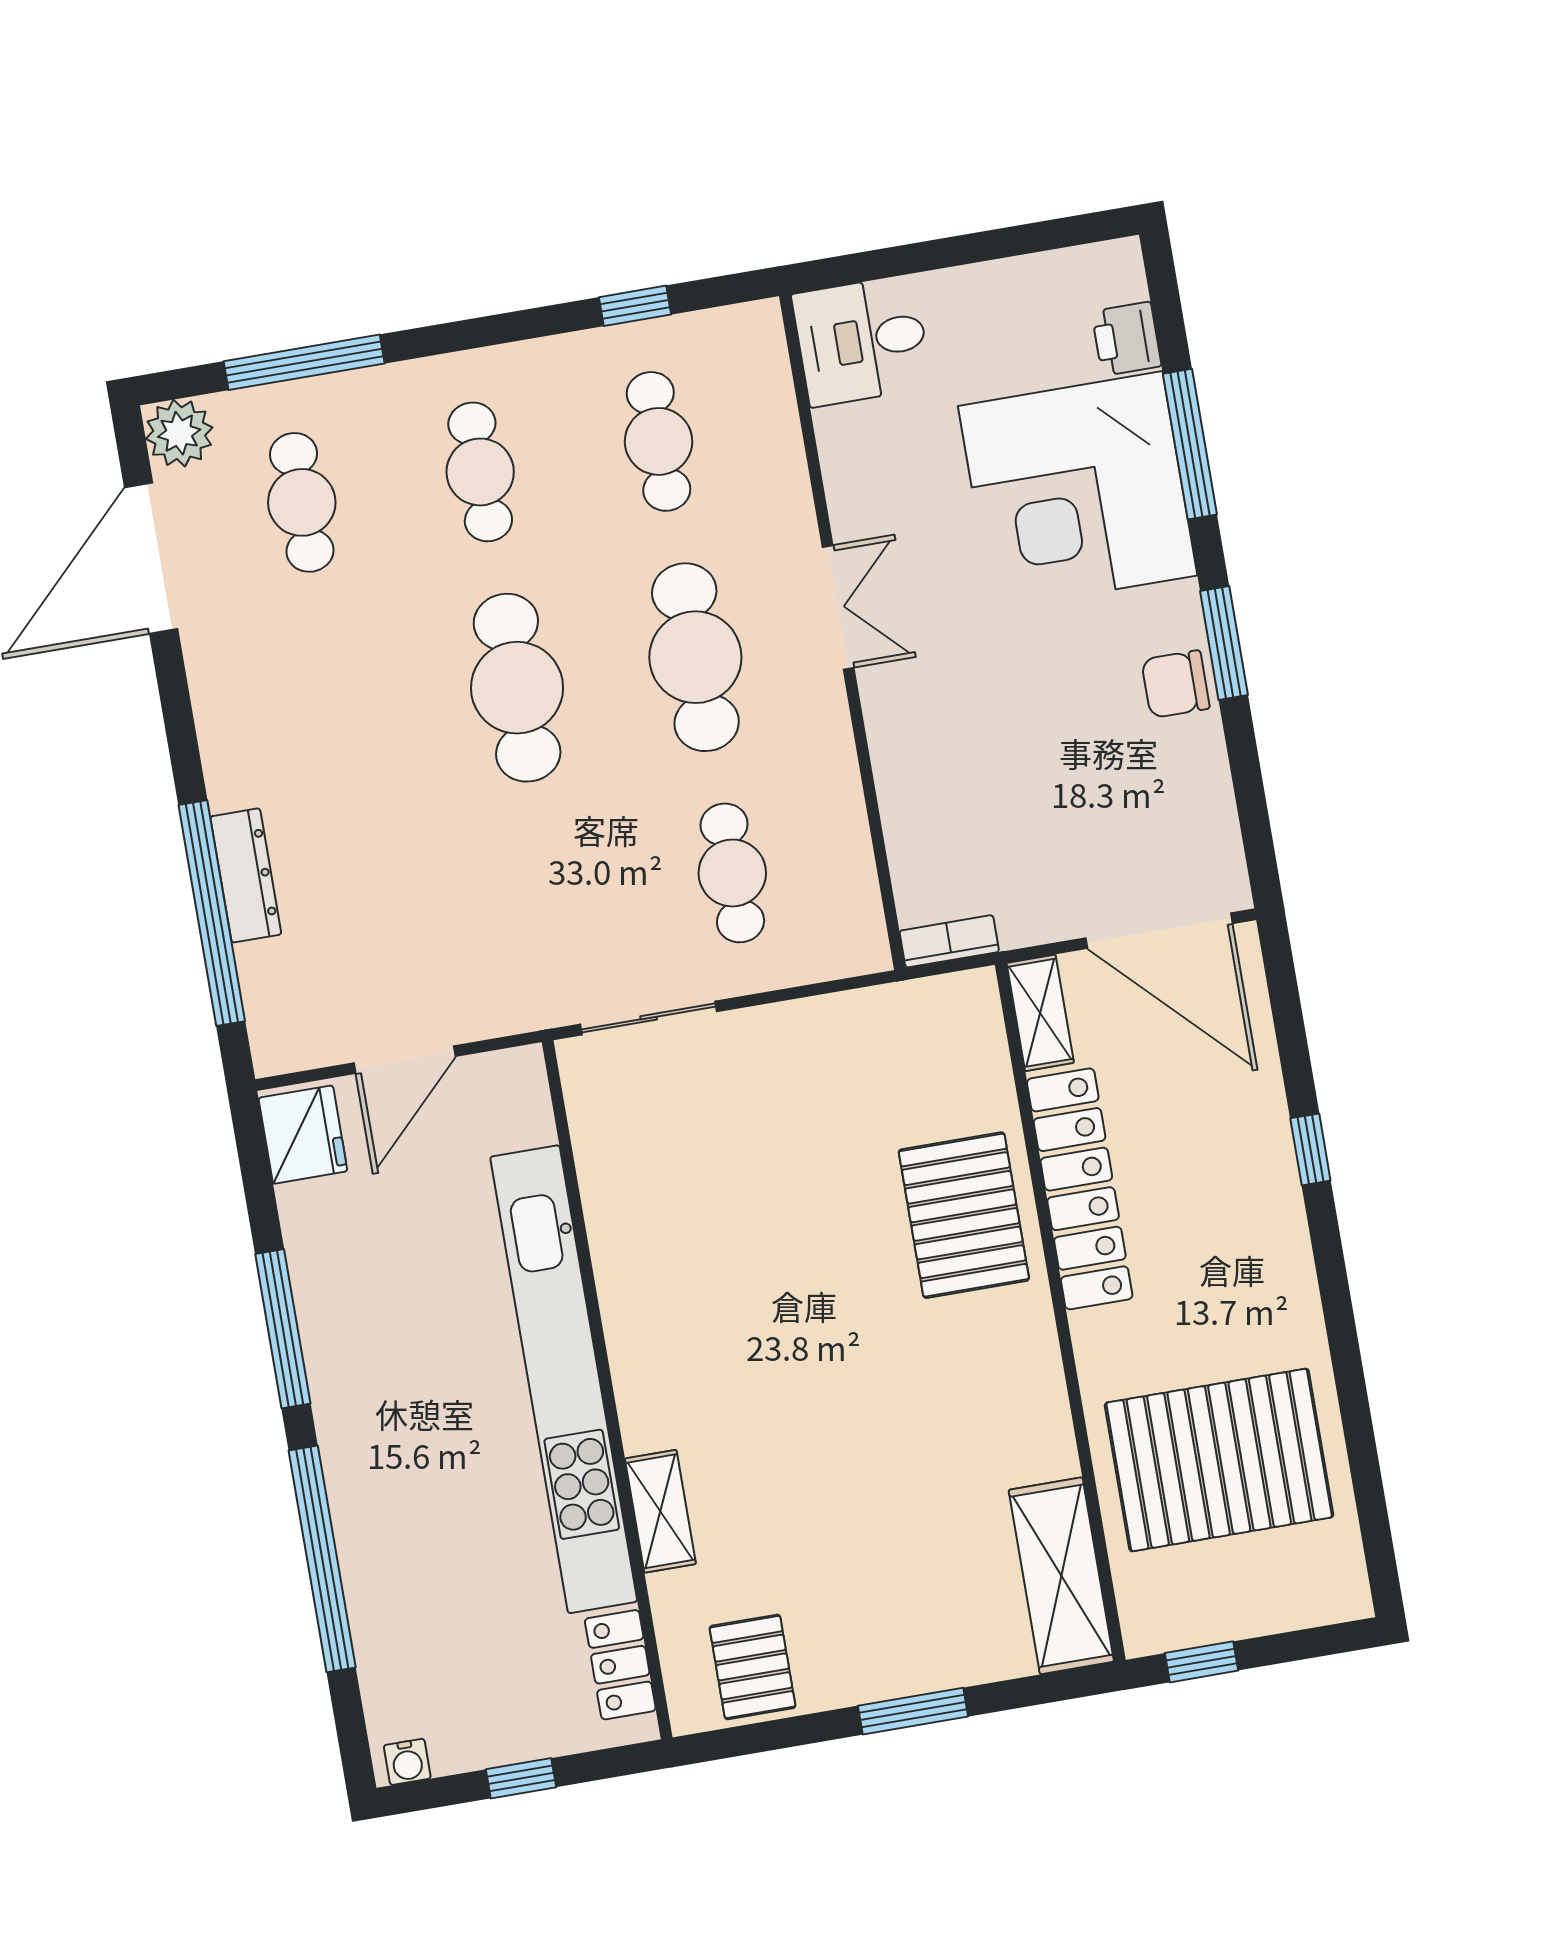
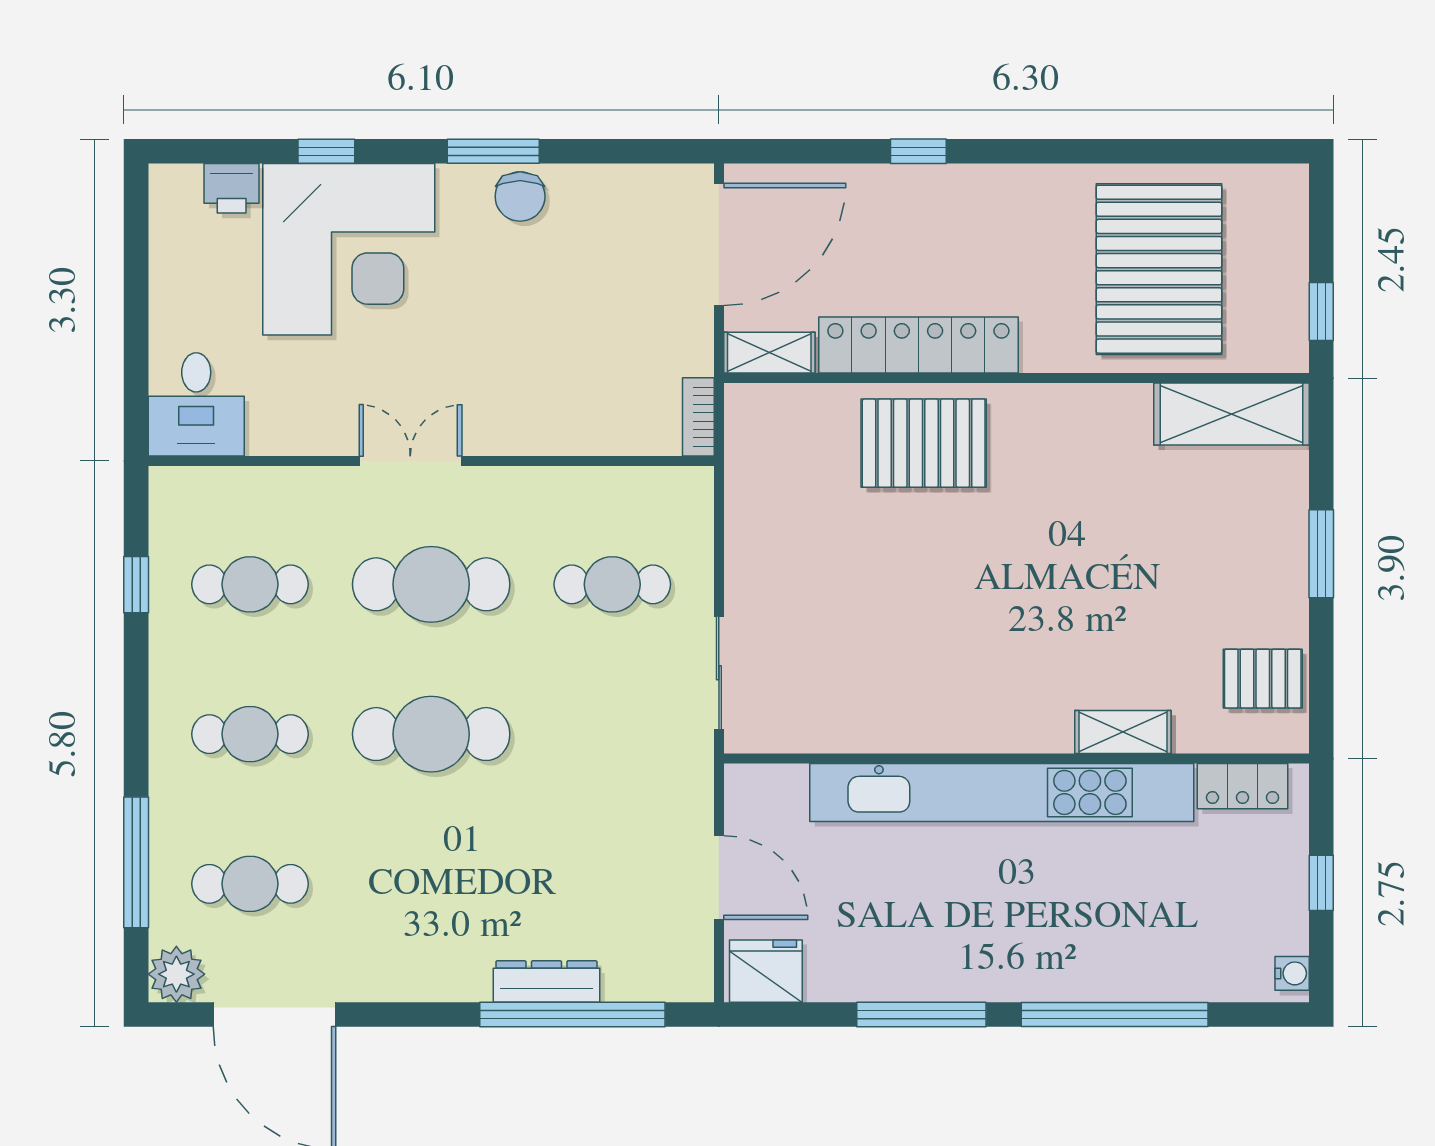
window: (1190, 444) -> (326, 151), width x0.46

